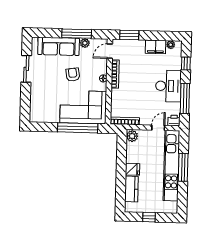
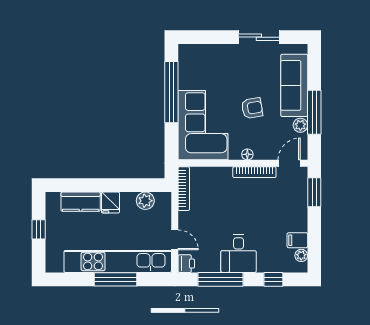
filing cabinet: (156, 47) -> (297, 240), width x0.50
door: (110, 51) -> (289, 163), hinge flipped
desk: (168, 86) -> (239, 254), width x0.73
window: (78, 128) -> (171, 92), moved
plant: (132, 136) -> (145, 201), moved

